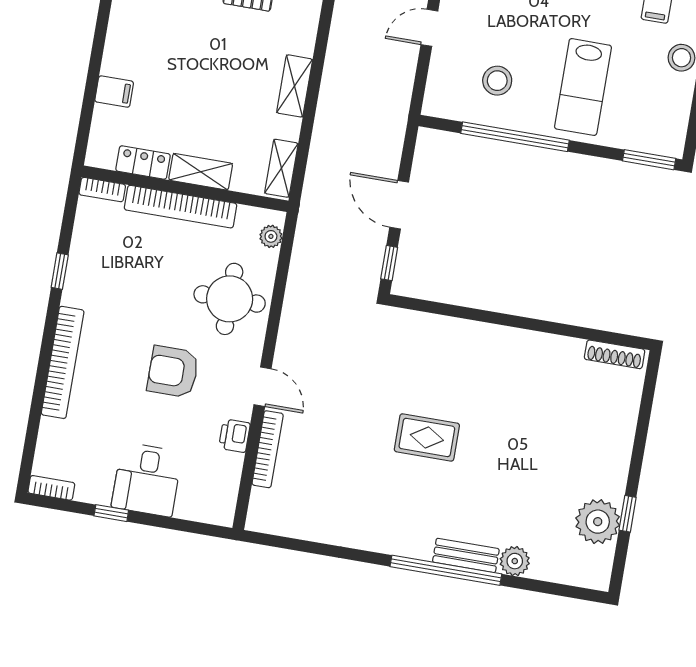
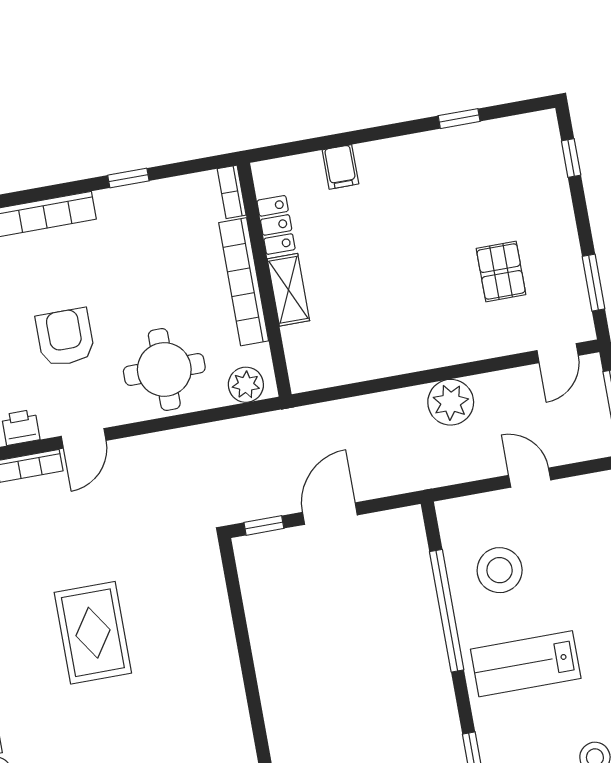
plant: (343, 71) -> (451, 402), added
stool: (497, 81) -> (500, 570), width x1.38, depth x1.38
shelving: (295, 86) -> (416, 357), removed
shelving: (281, 168) -> (323, 374), removed
plant: (271, 236) -> (246, 385), width x1.38, depth x1.38
rug: (427, 437) -> (93, 633), width x1.36, depth x1.43

